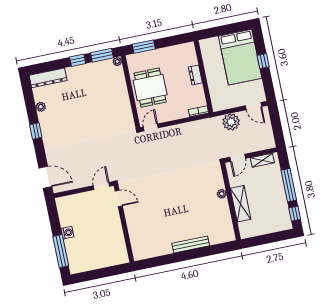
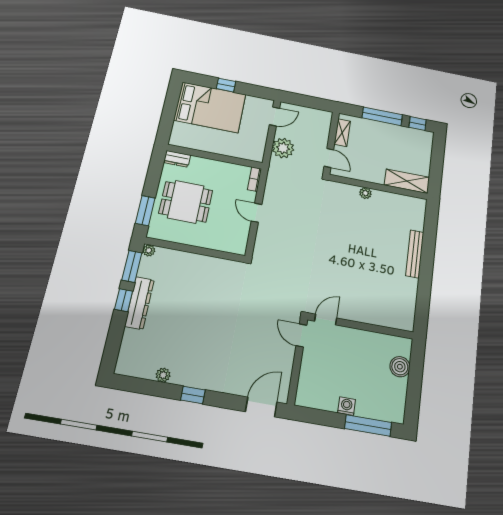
dresser: (195, 75) -> (177, 159), moved
dresser: (48, 78) -> (139, 303), moved
dining table: (150, 88) -> (186, 202), moved
door: (151, 127) -> (257, 213), moved
shelving: (241, 204) -> (407, 181), moved
boiler: (107, 260) -> (400, 367), added

